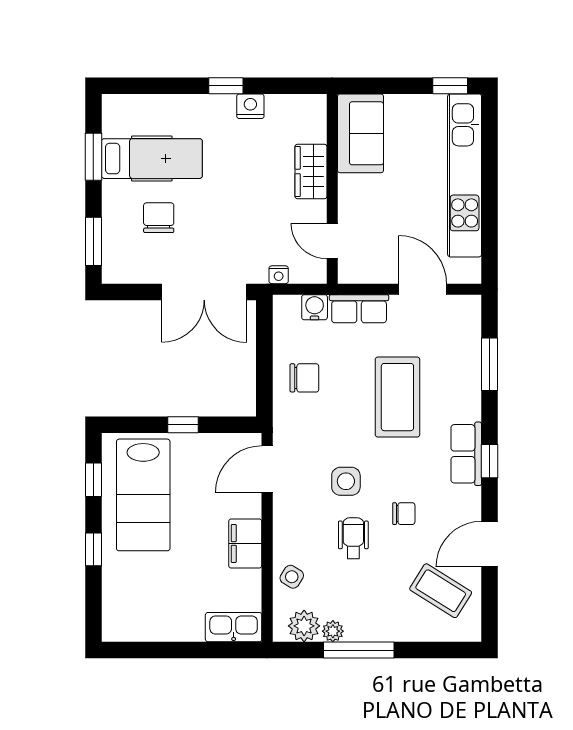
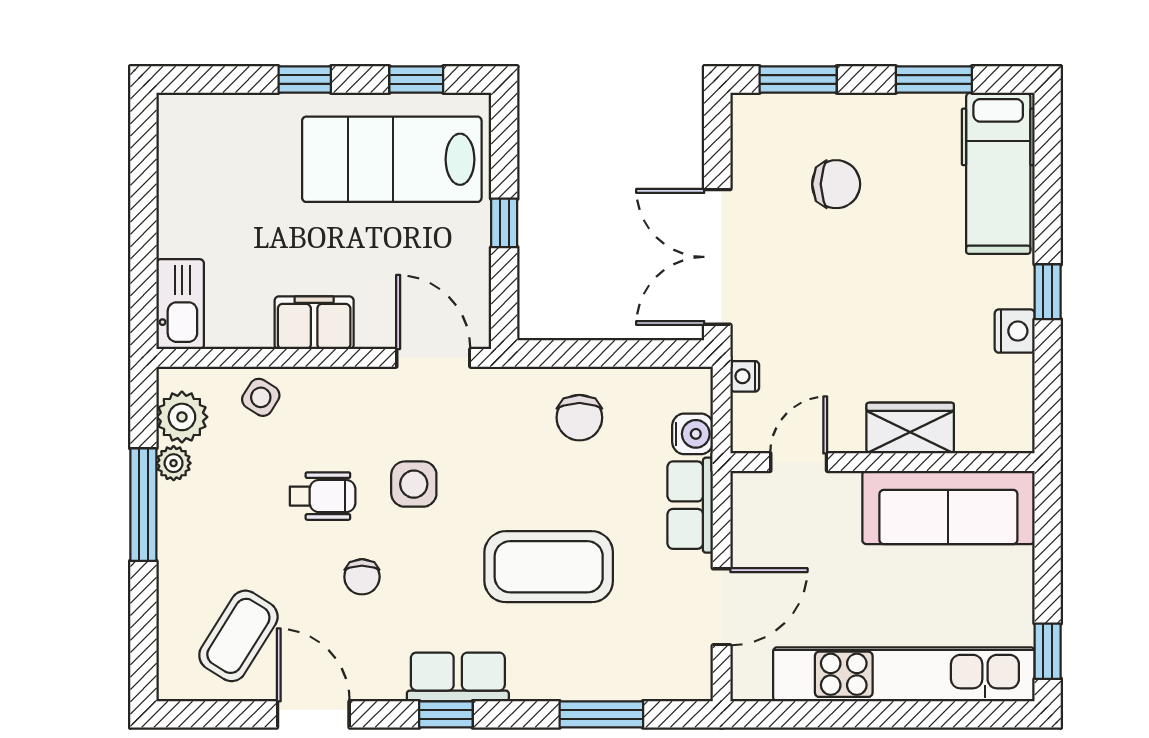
sofa: (361, 133) -> (948, 507), width x1.36
hospital bed: (152, 159) -> (998, 173), moved

